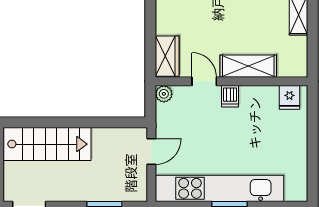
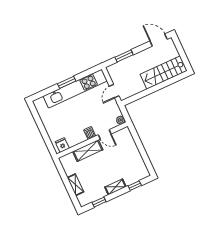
wardrobe: (167, 56) -> (127, 138), removed

